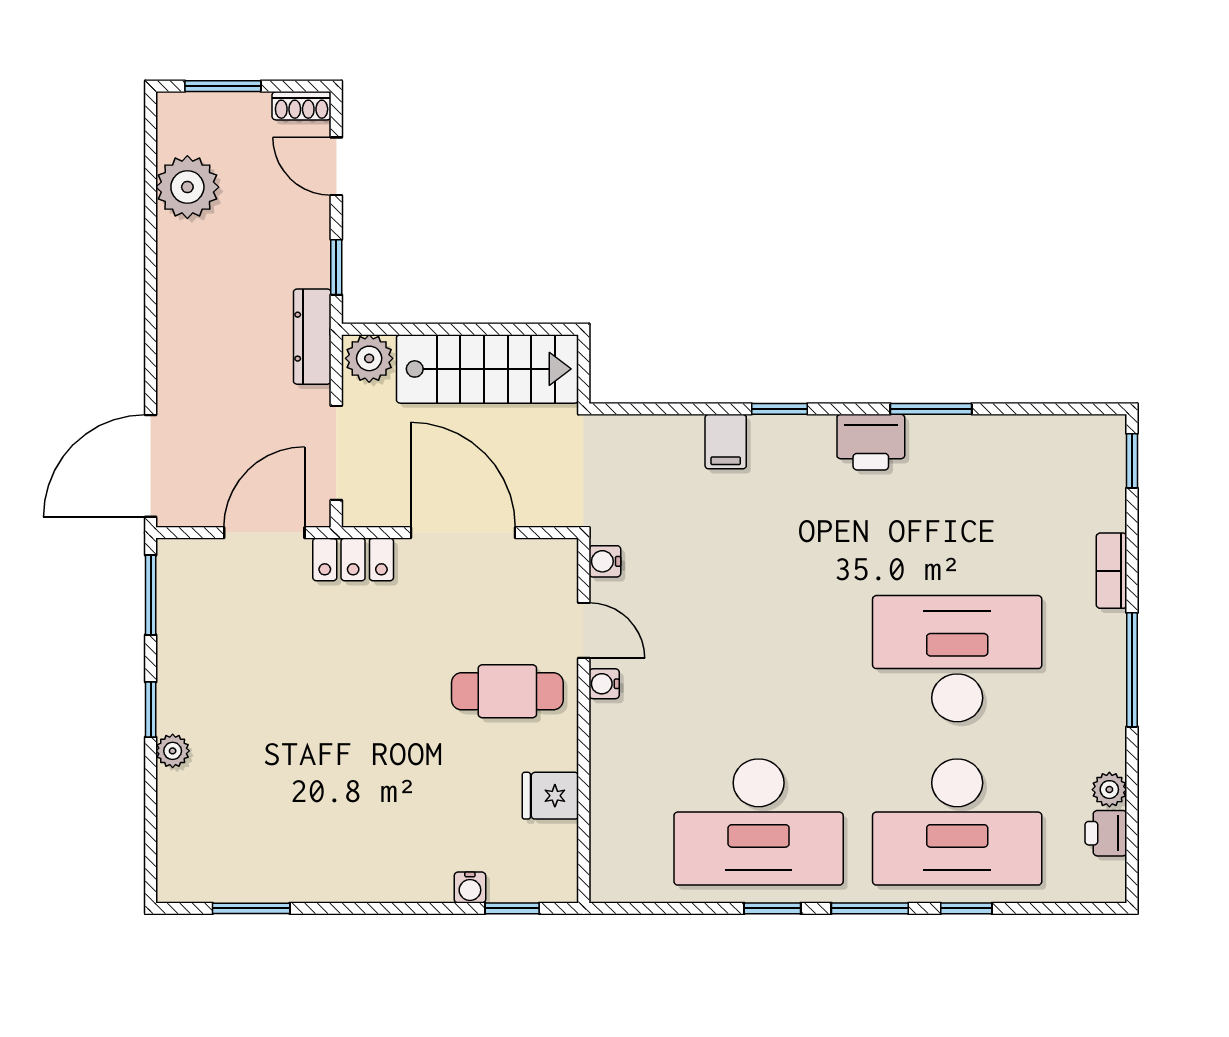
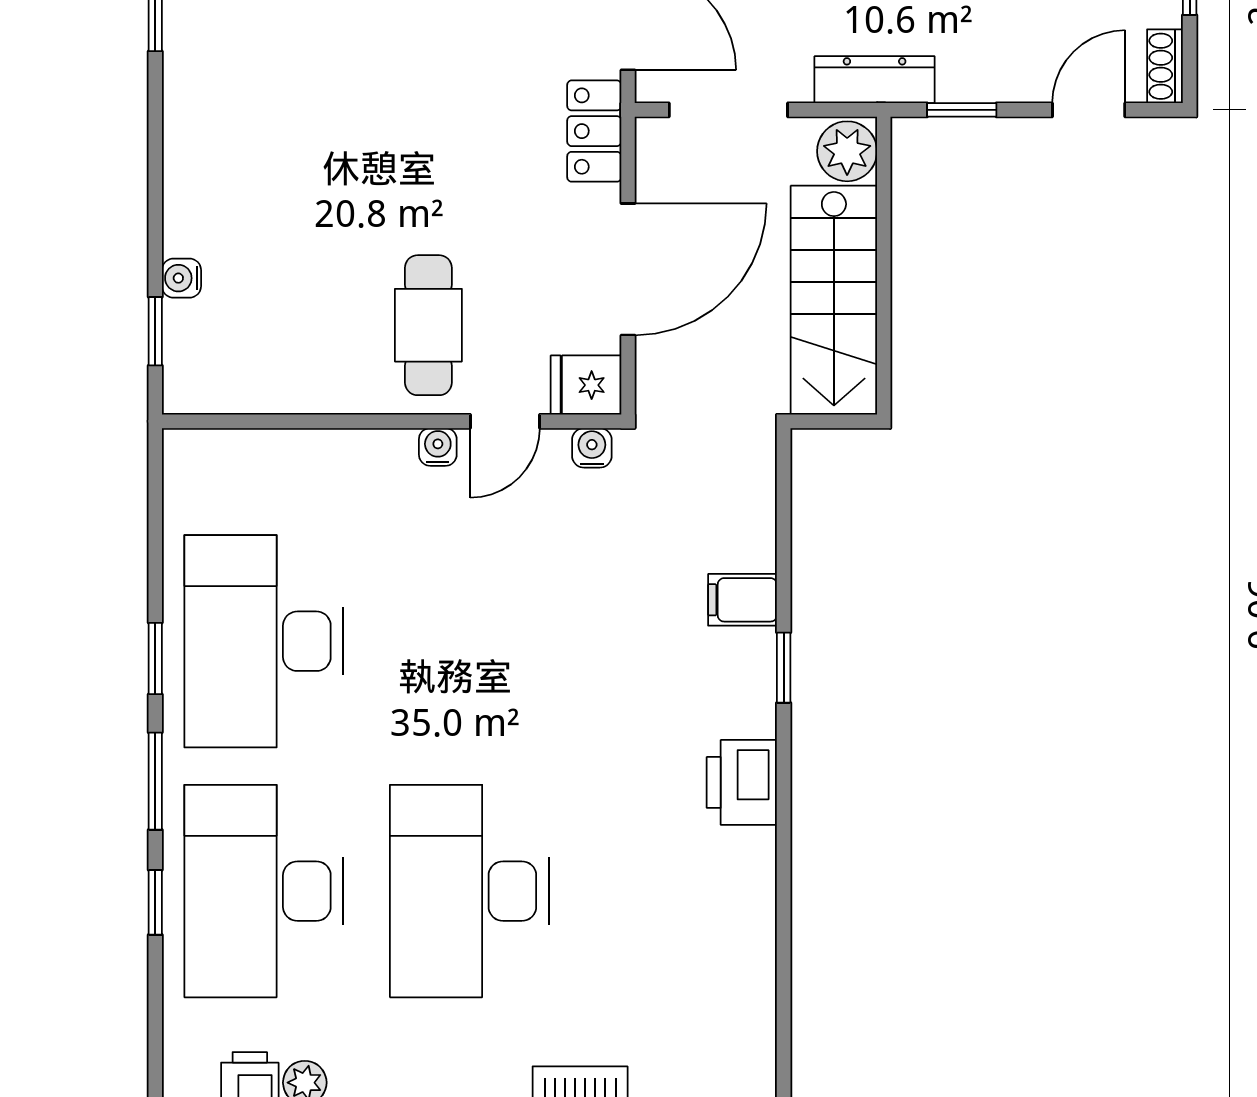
window: (931, 409) -> (784, 858), removed
desk: (957, 659) -> (469, 891), turned 180
fridge: (550, 796) -> (586, 385), moved, turned -90

